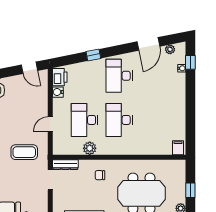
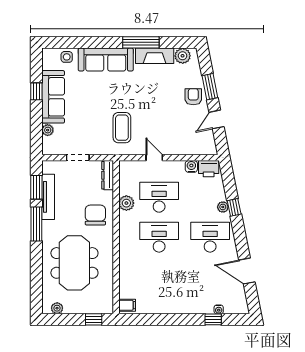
plant: (170, 49) -> (223, 207), moved
window: (190, 62) -> (213, 319), moved
door: (29, 68) -> (217, 119), moved
chair: (100, 175) -> (95, 215), width x1.87, depth x1.87
doorway: (50, 180) -> (78, 158), moved
window: (190, 190) -> (94, 319), moved

